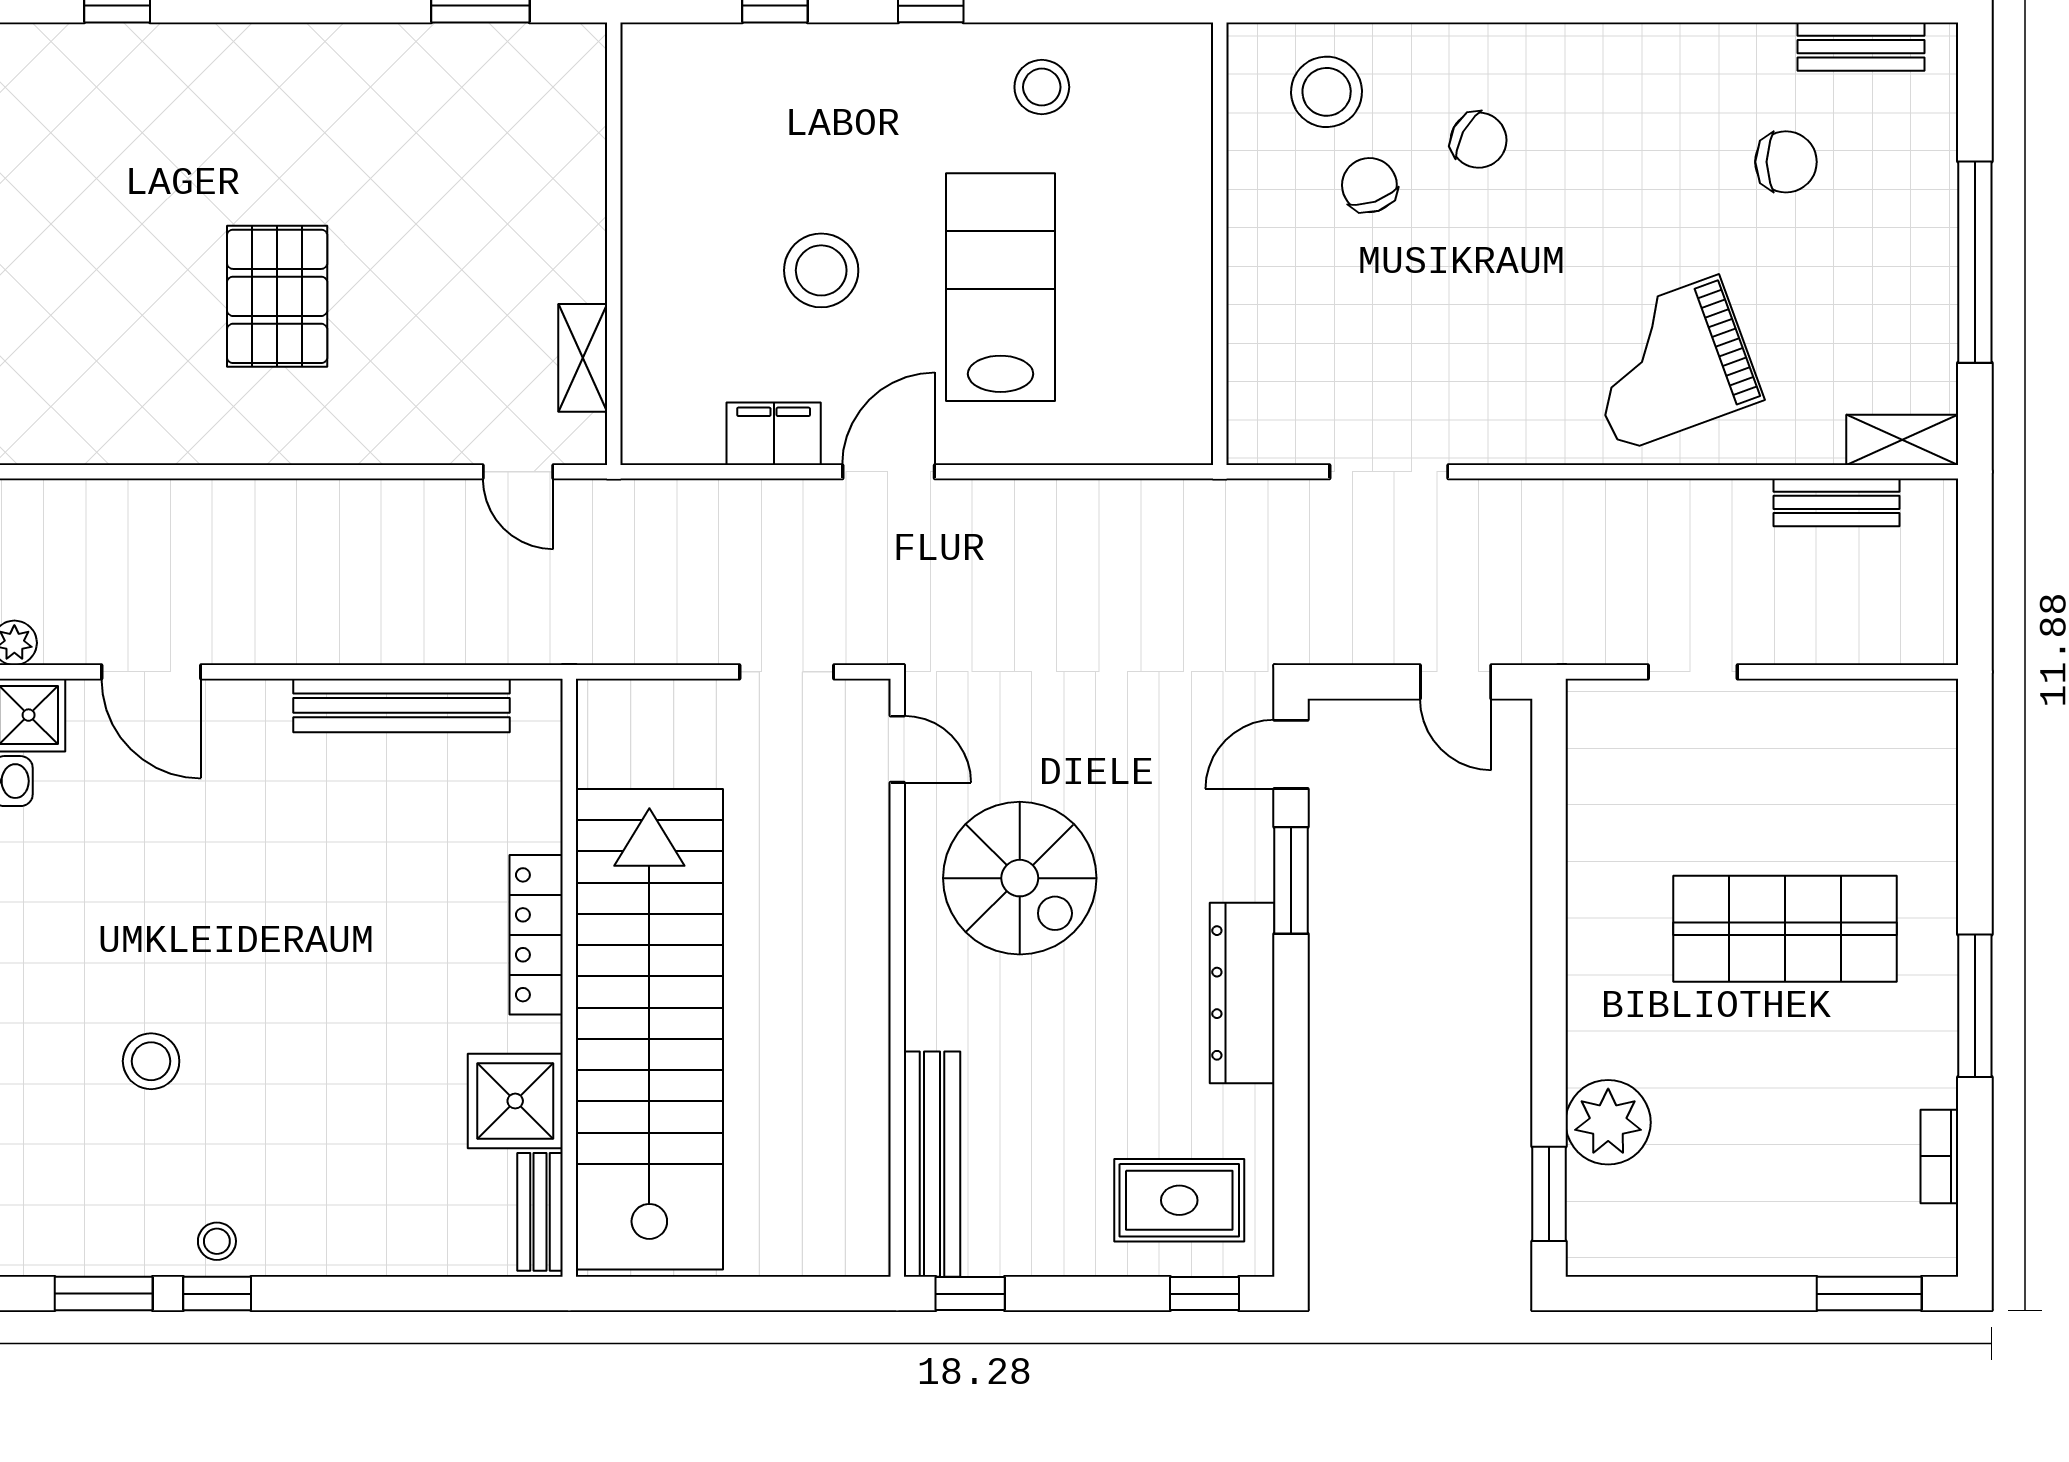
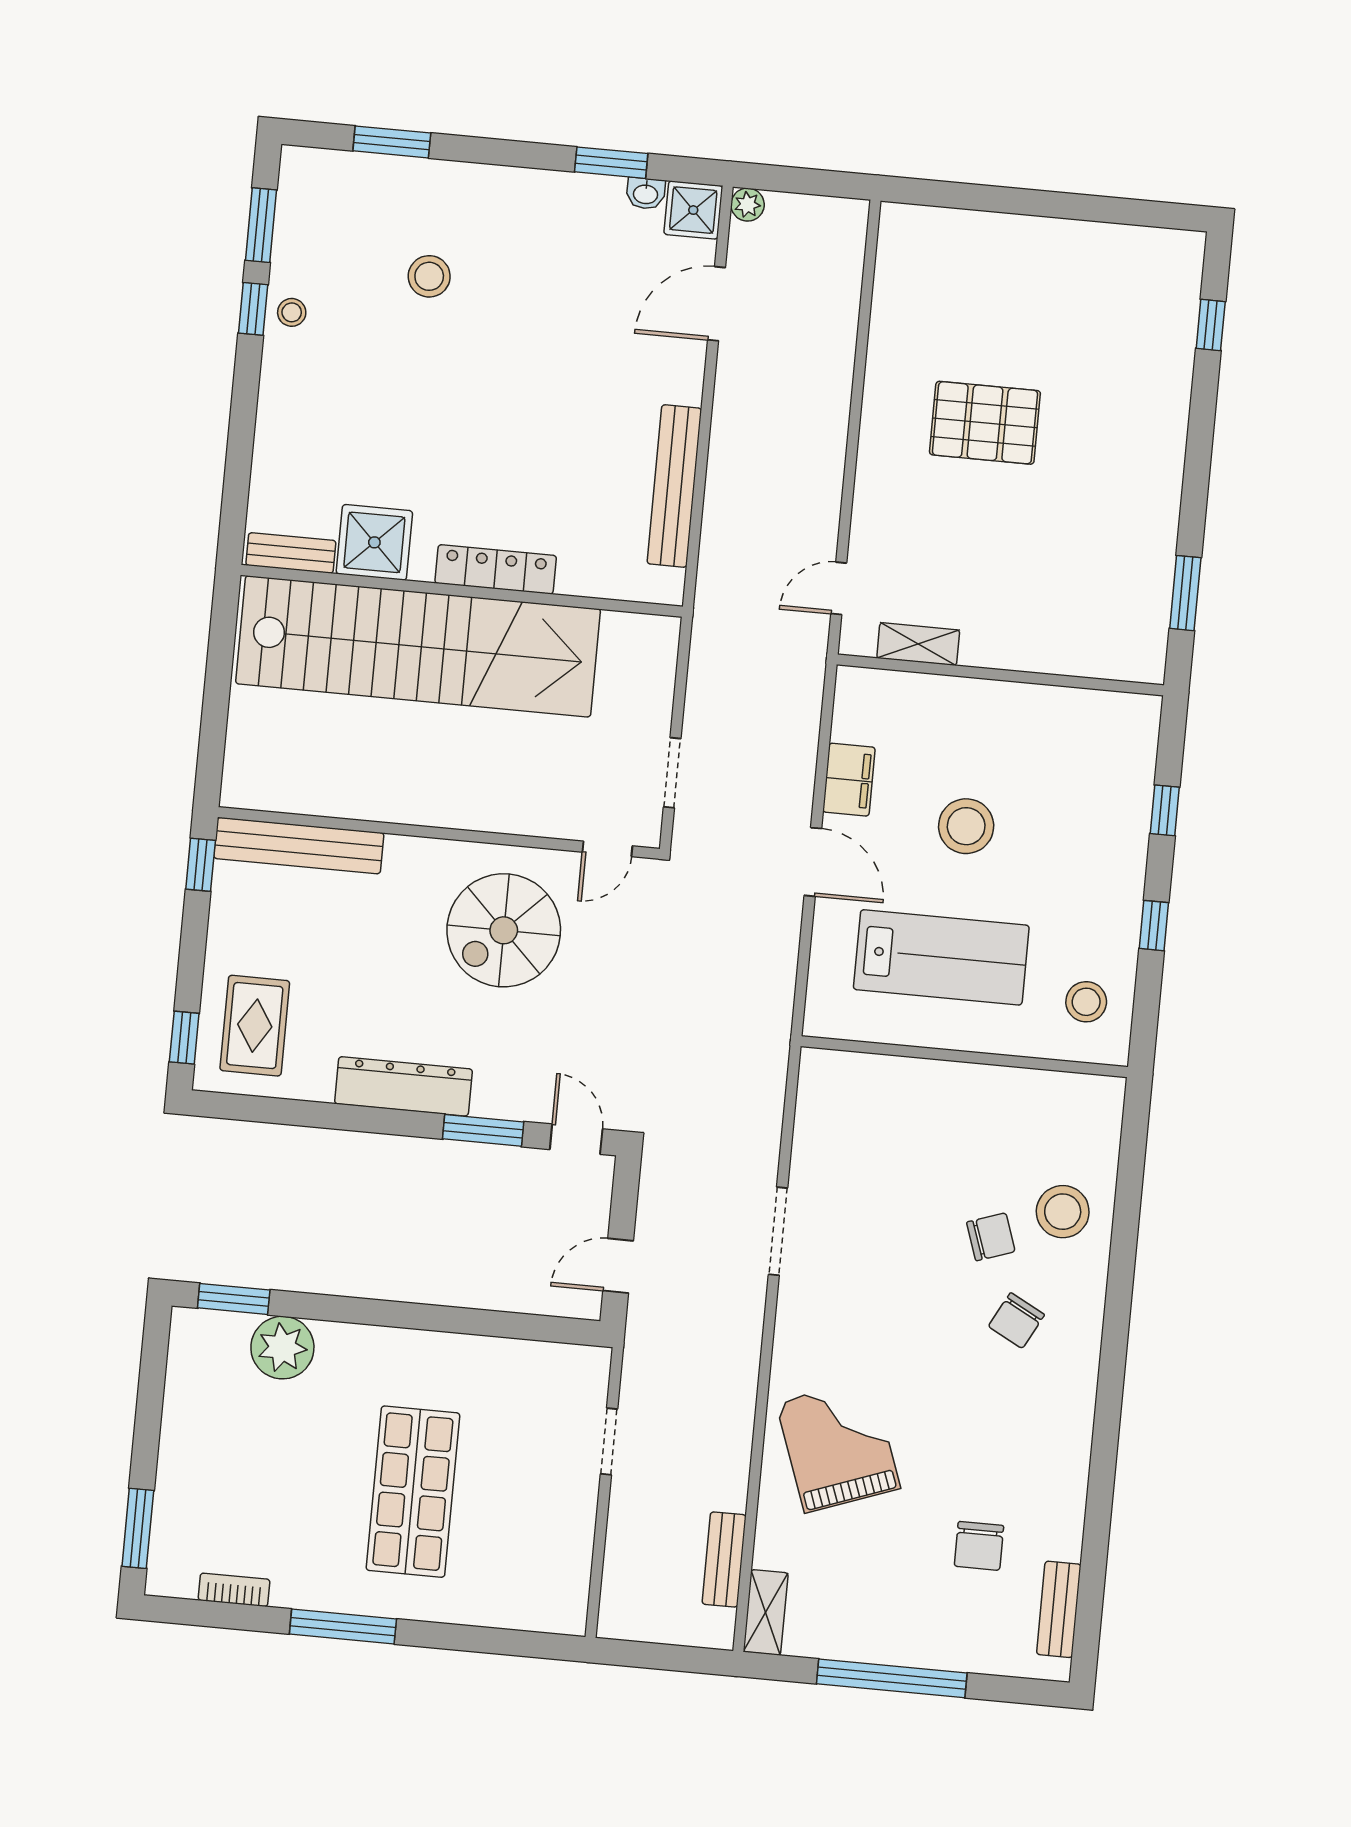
wall: (1220, 244) -> (964, 1057), moved

